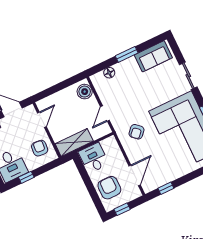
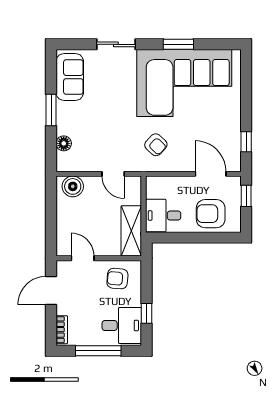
window: (122, 209) -> (246, 196), moved

